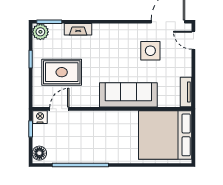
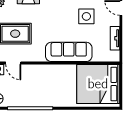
tv unit: (186, 92) -> (115, 38), moved
door: (59, 109) -> (13, 63), swing flipped

